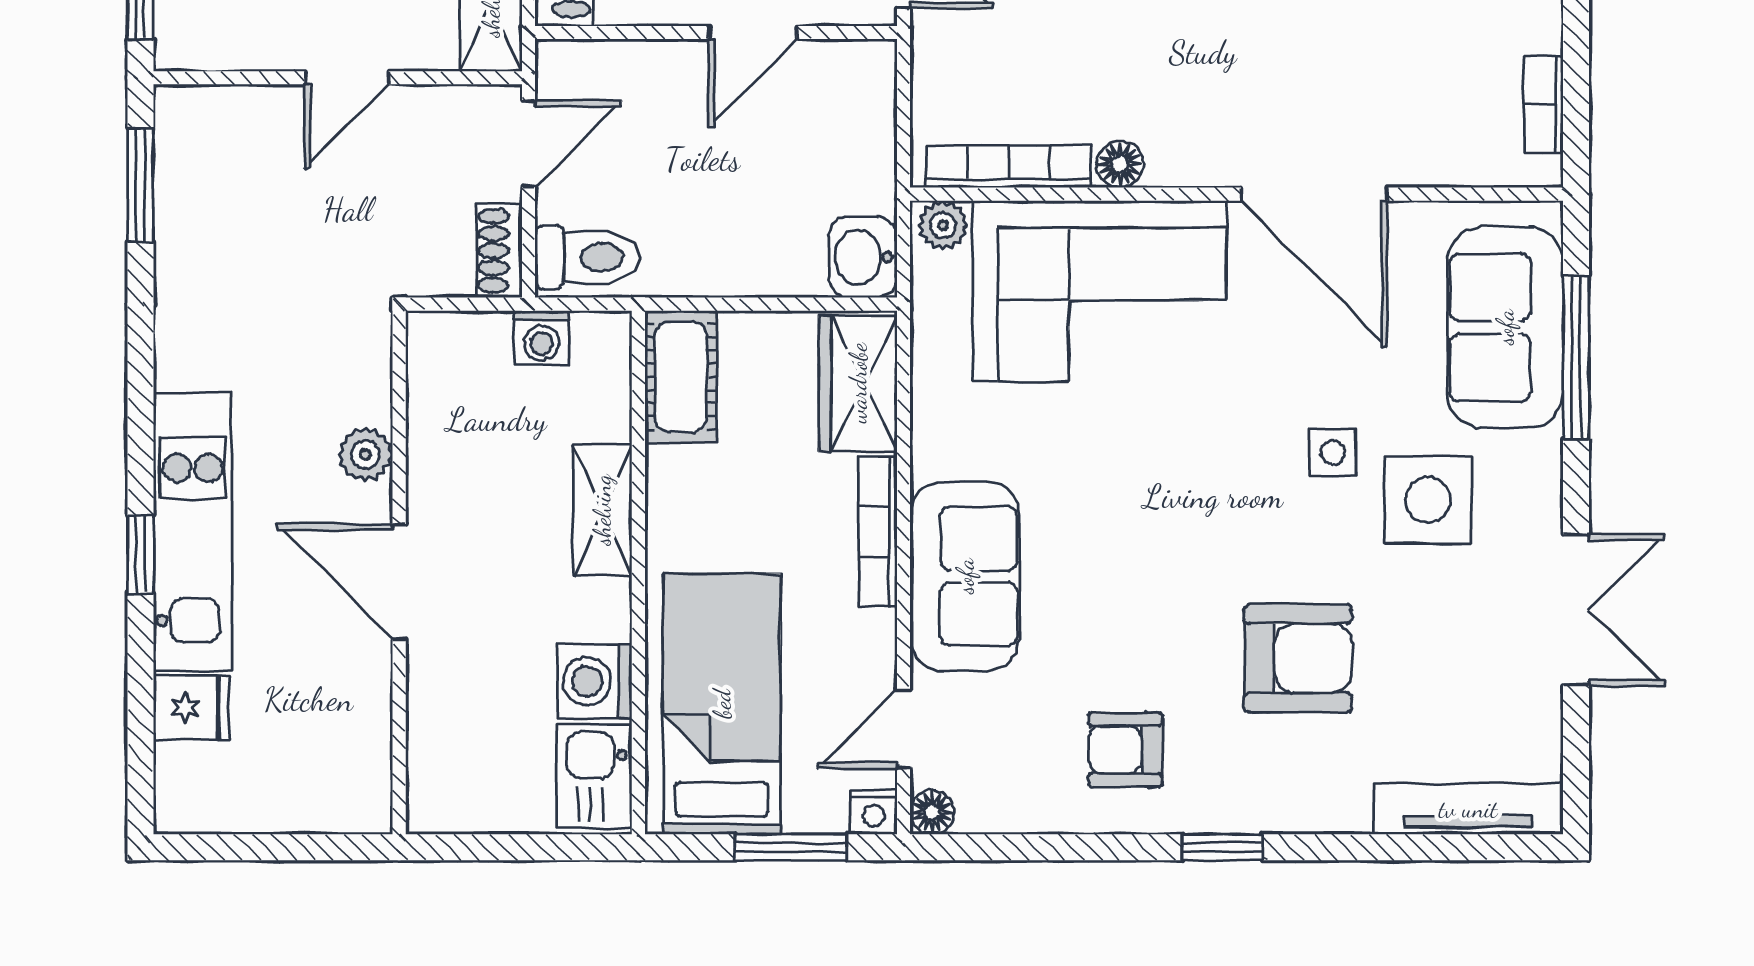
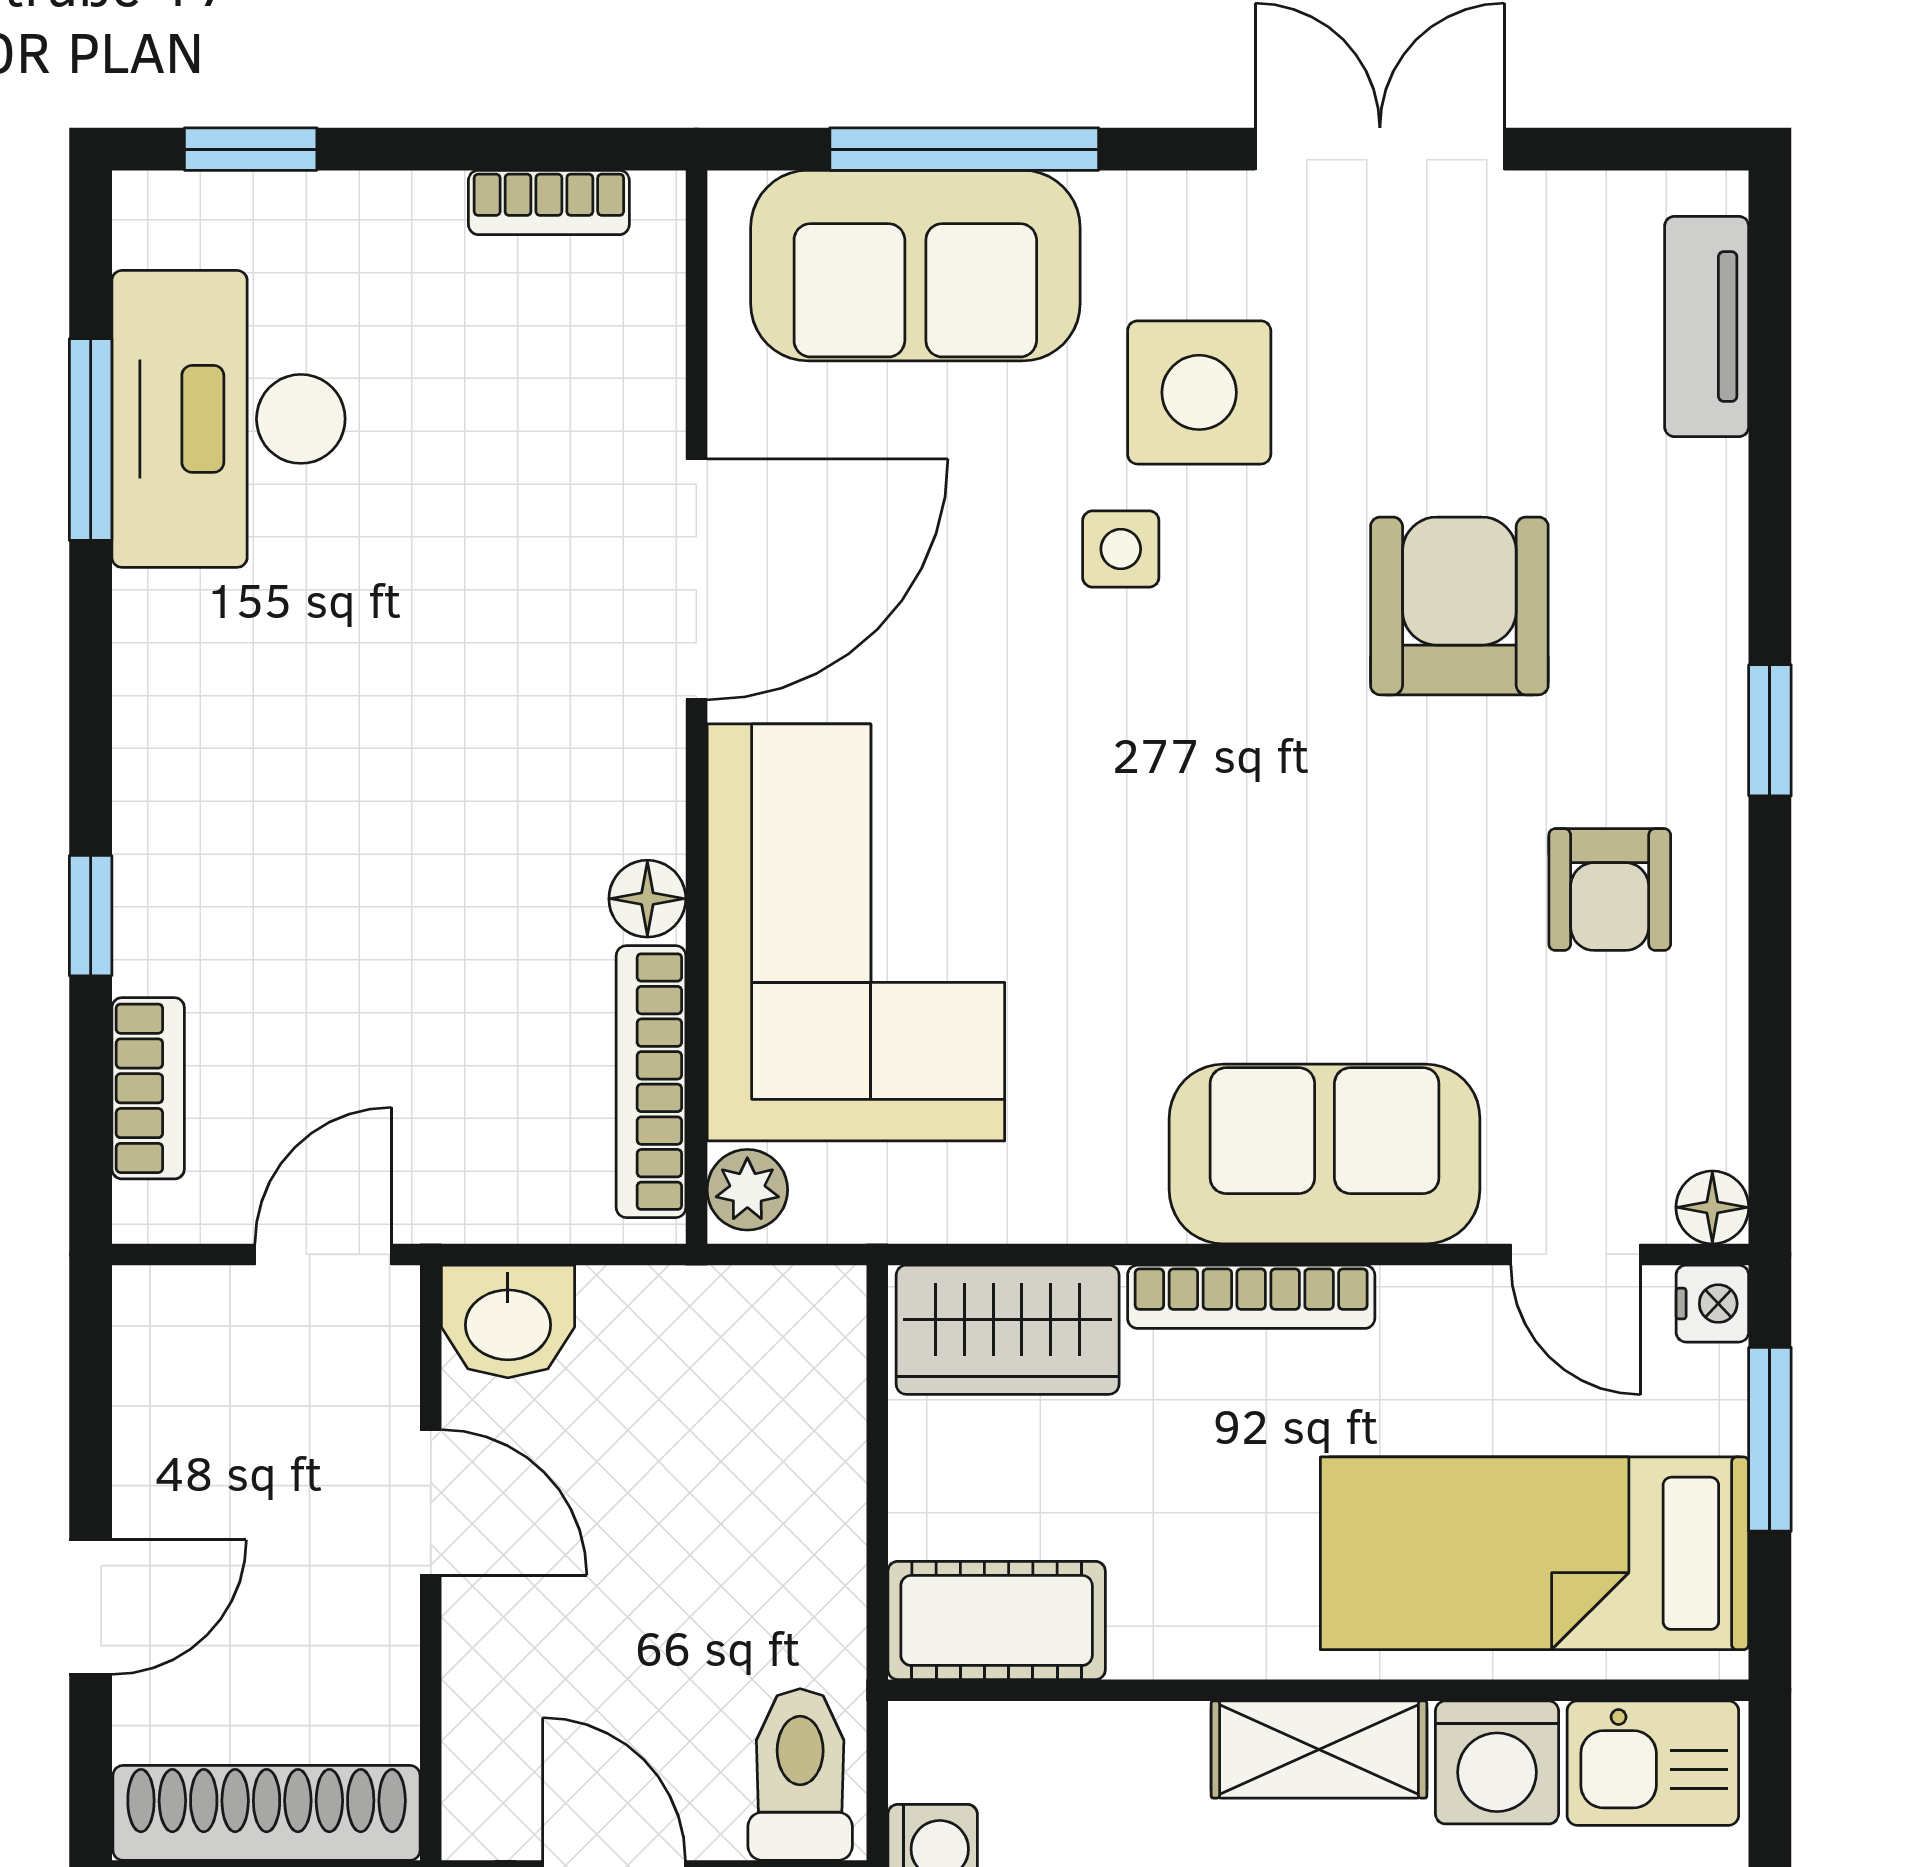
washbasin: (863, 257) -> (508, 1321), moved
shelving: (602, 510) -> (1319, 1749), moved
tv unit: (1468, 809) -> (1707, 326), width x0.71

